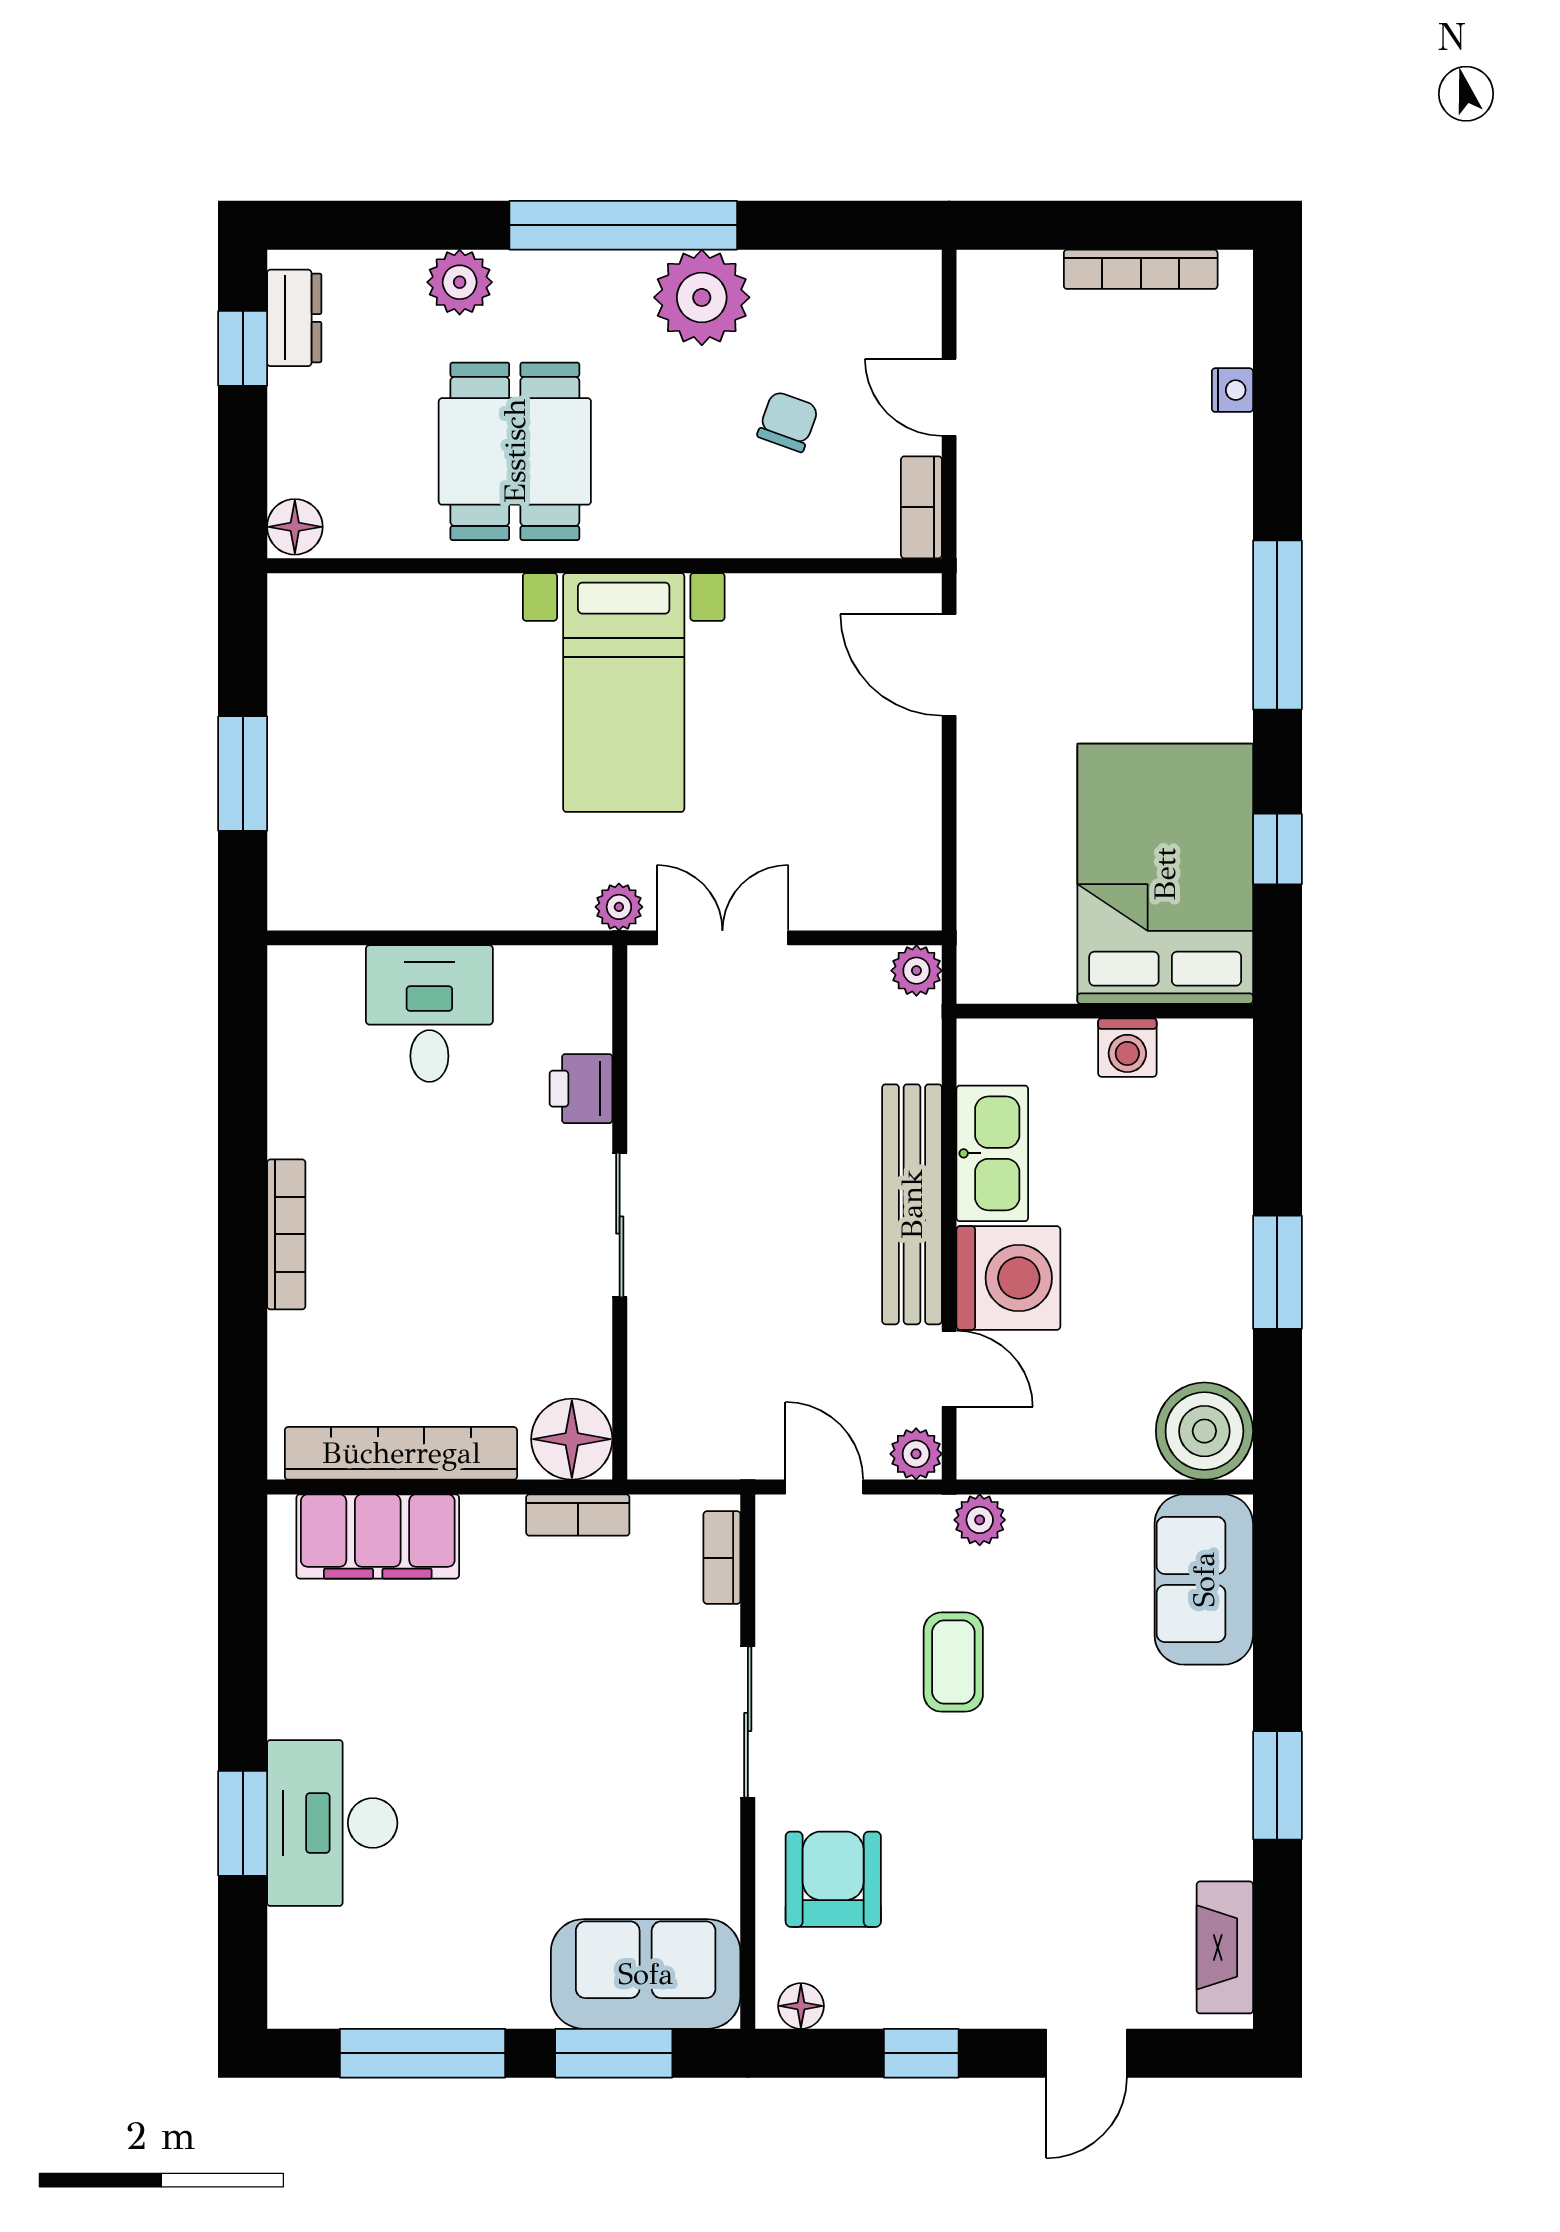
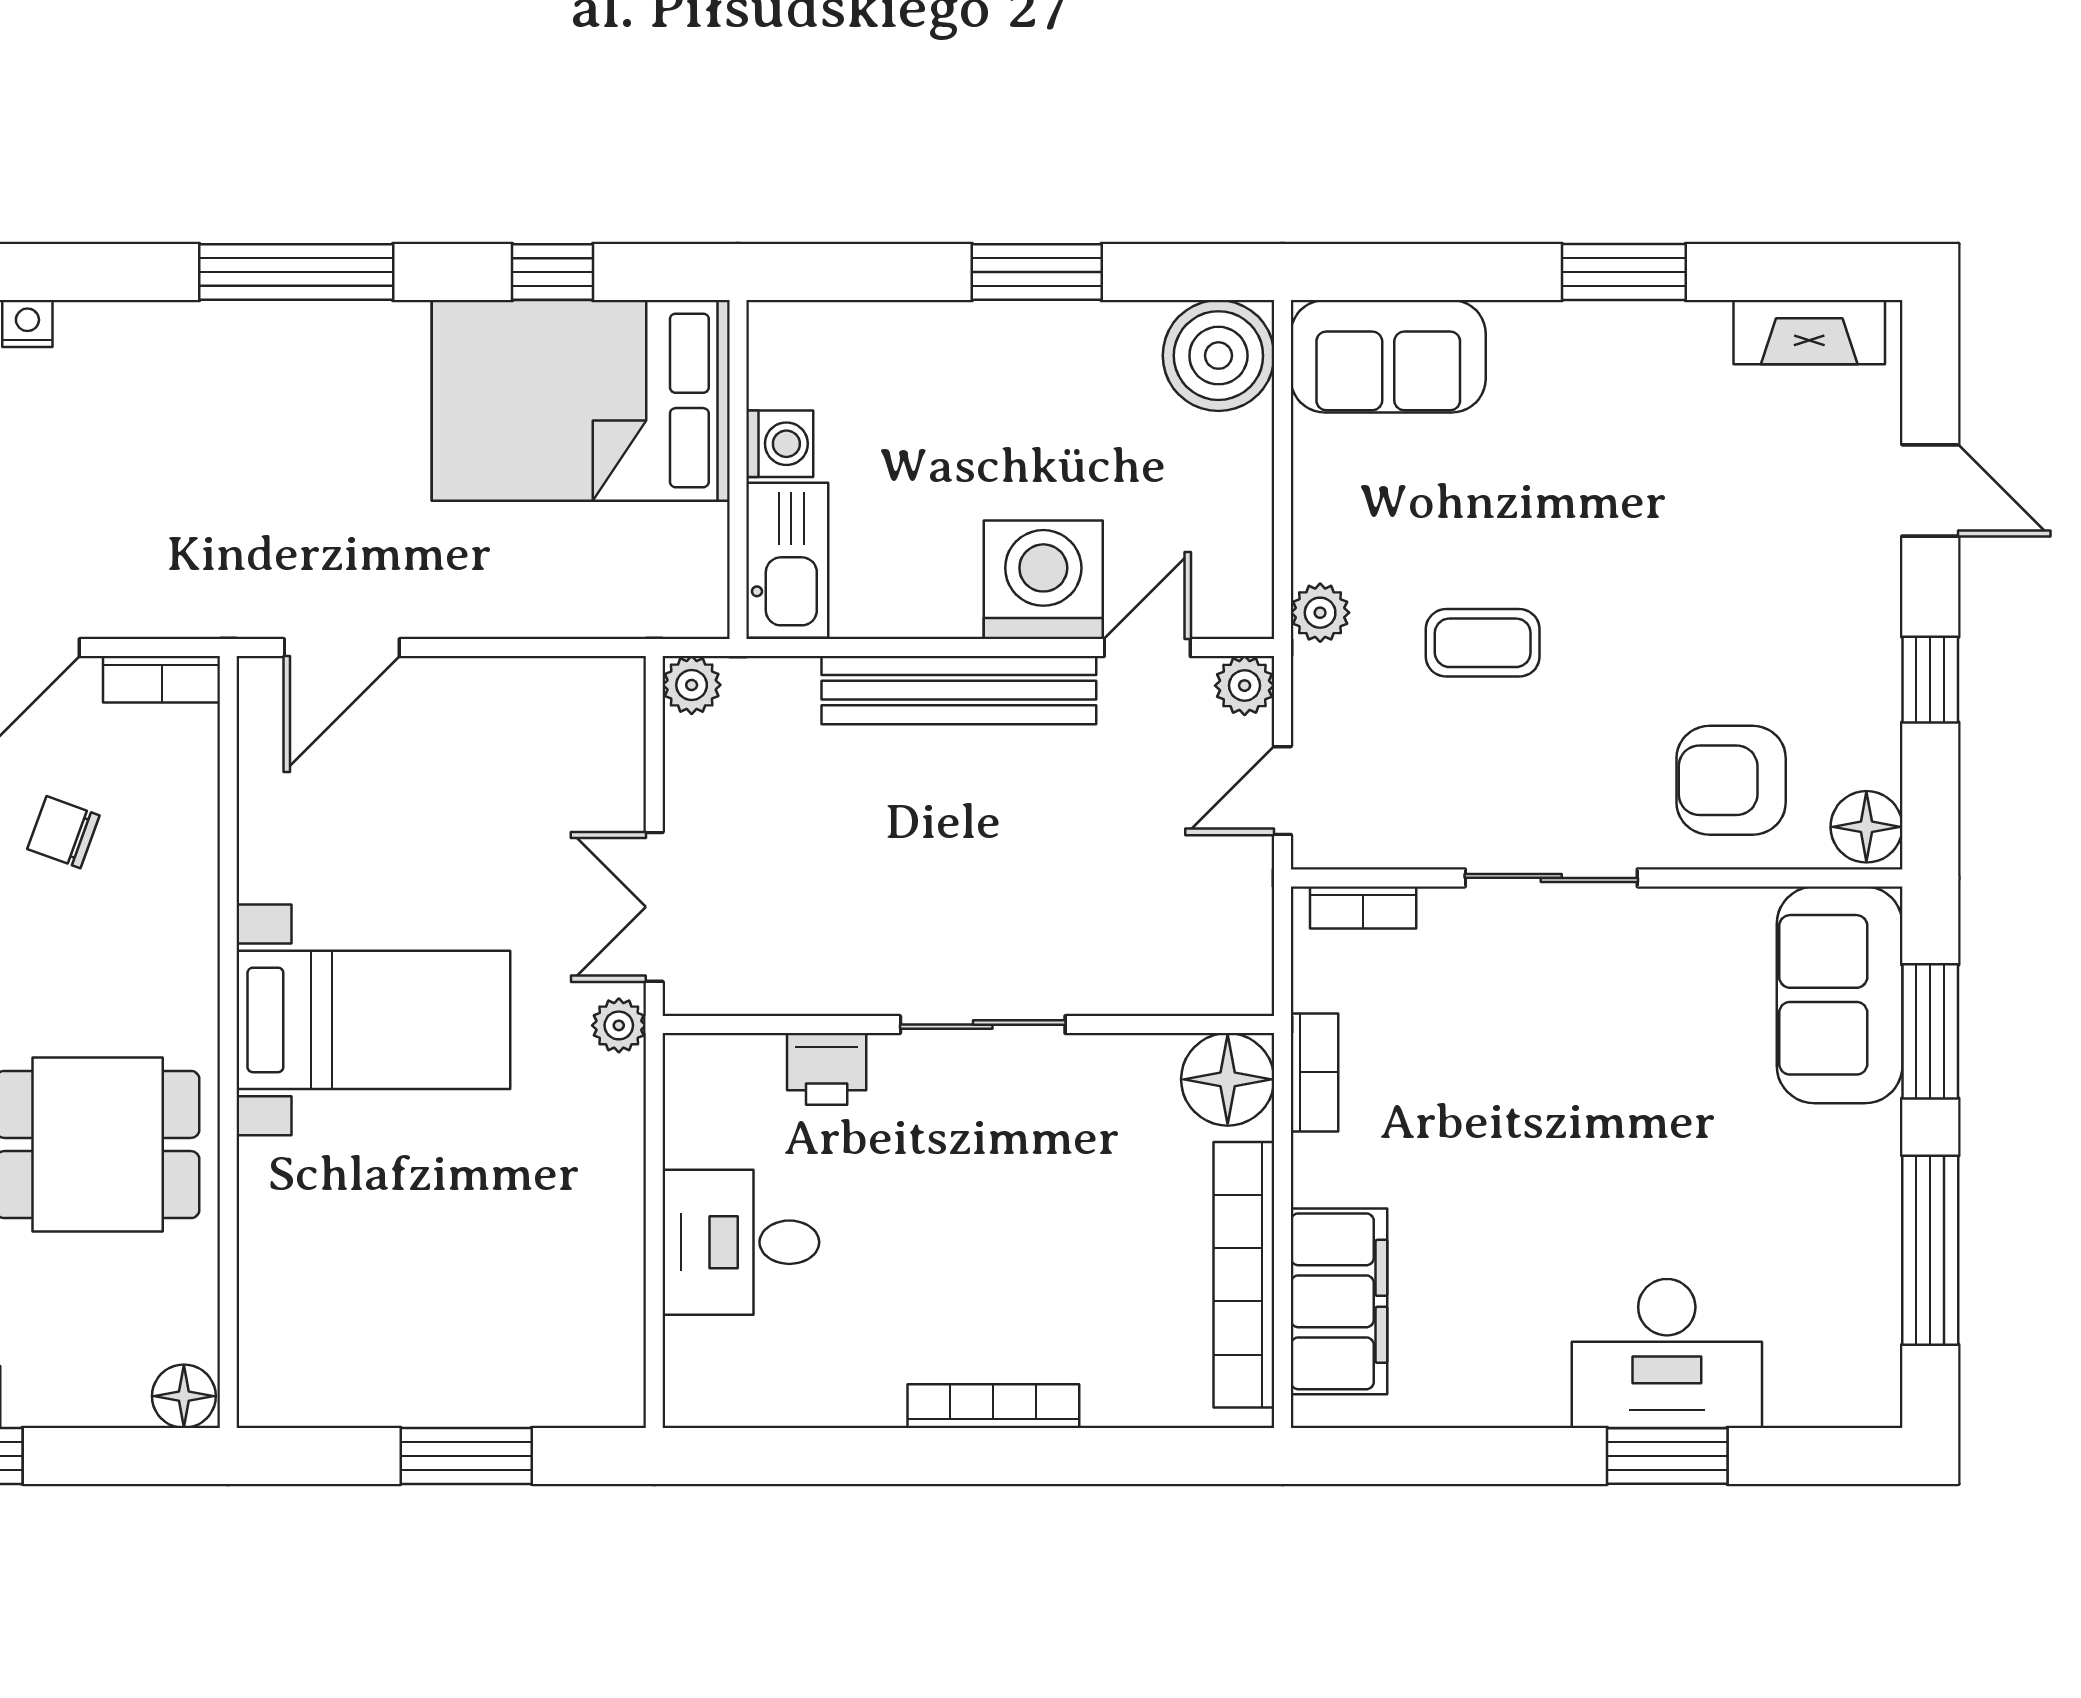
kitchen sink: (992, 1153) -> (787, 560), moved, turned 90
floor lamp: (801, 2006) -> (1866, 827), width x1.37, depth x1.37

